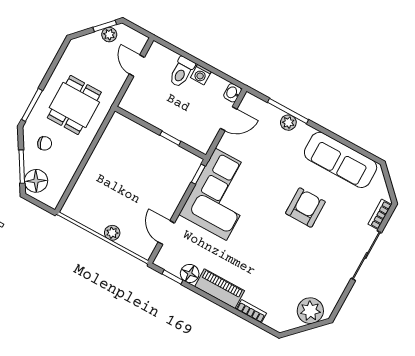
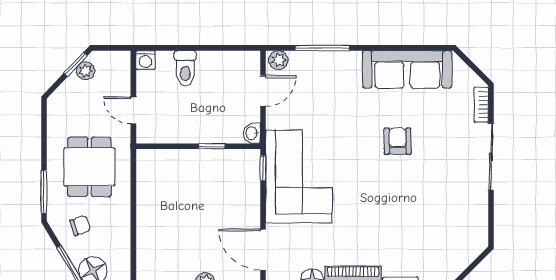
door: (137, 66) -> (133, 110), moved
washing machine: (201, 75) -> (146, 60), moved
washbasin: (232, 93) -> (252, 133), moved
plant: (288, 123) -> (279, 60), moved
armchair: (305, 208) -> (398, 141), width x0.72, depth x0.72
door: (166, 233) -> (263, 250), width x1.38
plant: (310, 311) -> (463, 249), removed

